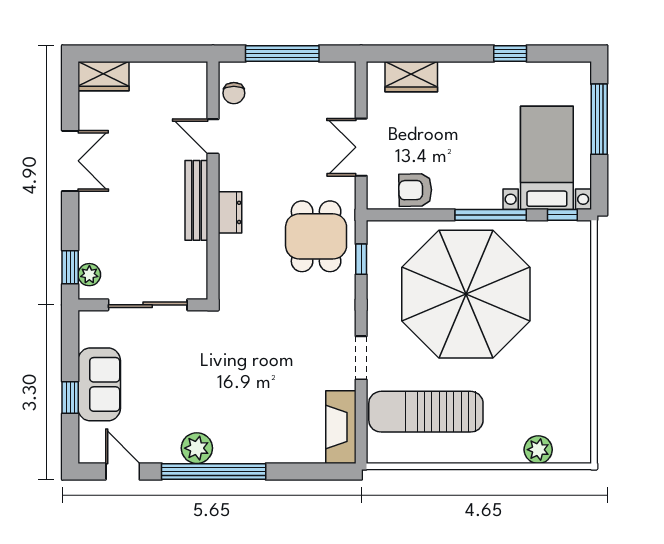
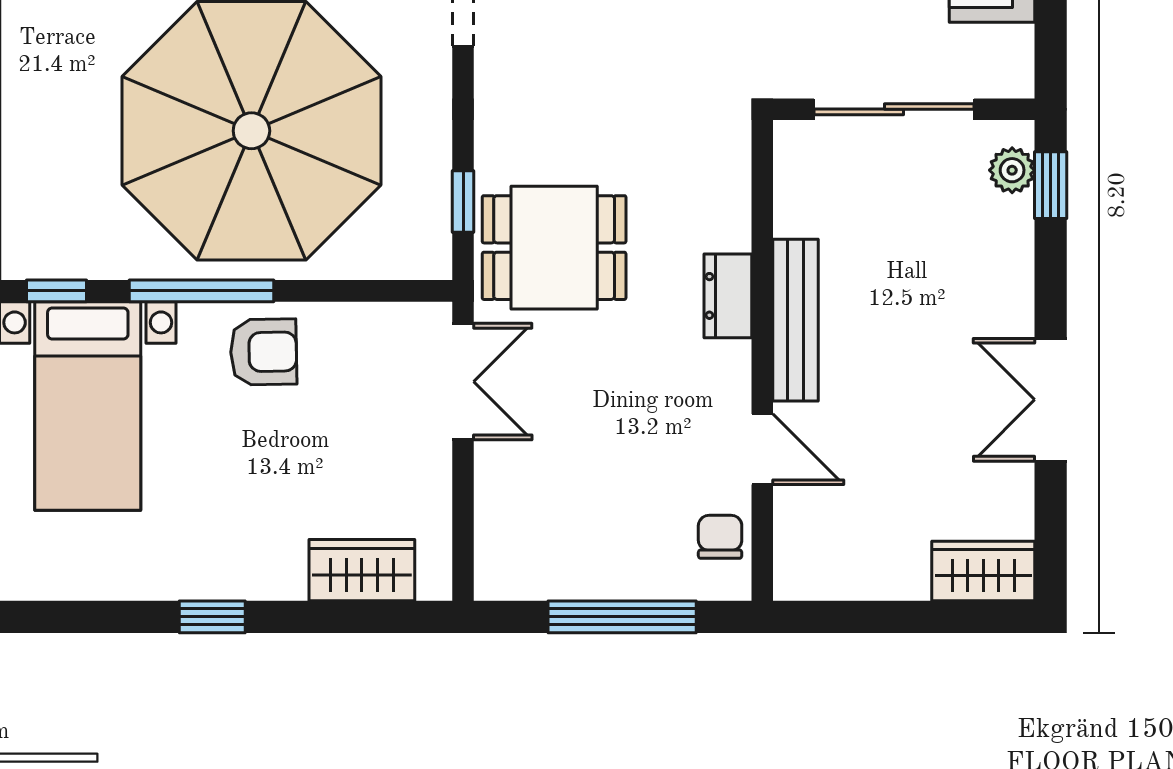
window: (510, 54) -> (212, 617), moved
double door: (361, 147) -> (463, 382), moved
armchair: (415, 190) -> (264, 352), moved
dining table: (316, 236) -> (554, 248), turned 90

